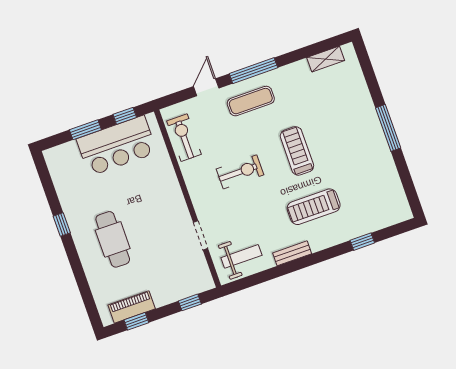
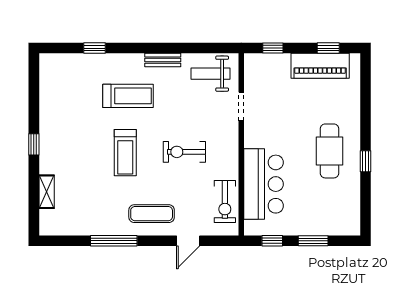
shelving: (326, 59) -> (47, 192), moved, turned 90
window: (253, 71) -> (114, 241), moved
window: (388, 128) -> (34, 144), width x0.46
bar counter: (117, 146) -> (264, 184), moved, turned 90
cafe table: (113, 239) -> (330, 151), moved
piano: (132, 307) -> (320, 66), width x1.37, depth x1.33

